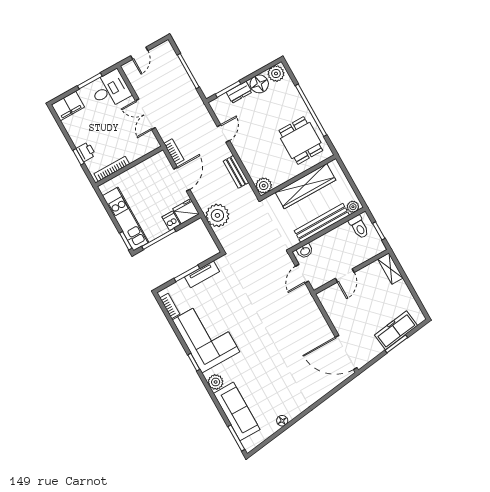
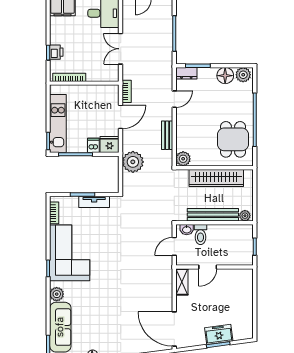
dresser: (239, 92) -> (186, 73), moved
toilet: (359, 227) -> (200, 234), moved
shelving: (390, 269) -> (182, 282), moved
freezer: (396, 330) -> (219, 334), width x0.71

